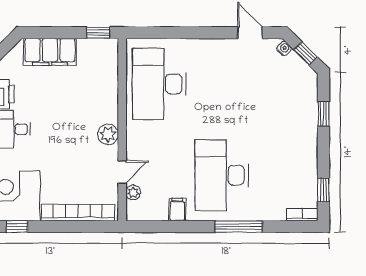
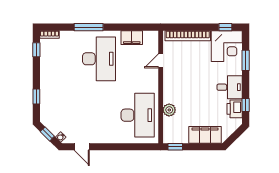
plant: (108, 134) -> (169, 110), moved
plant: (133, 192) -> (154, 48), removed
filing cabinet: (177, 210) -> (132, 38), width x2.00

